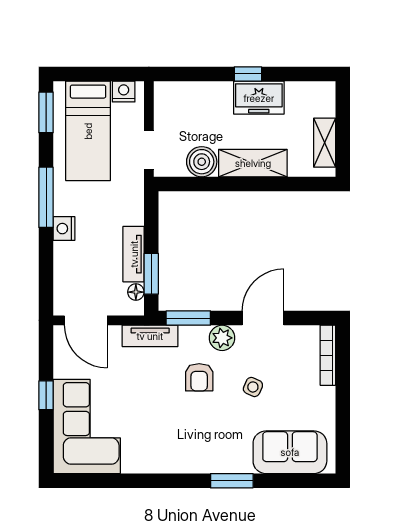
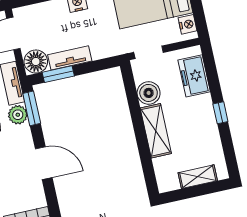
freezer: (259, 98) -> (194, 76), moved
shelving: (325, 143) -> (198, 177), moved
floor lamp: (136, 292) -> (36, 62), width x1.89, depth x1.89
plant: (222, 338) -> (18, 115), moved

